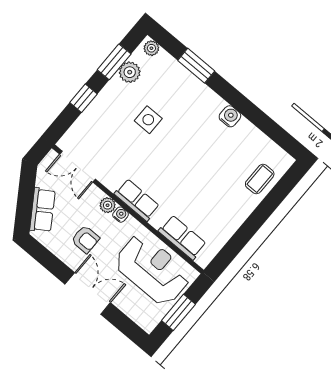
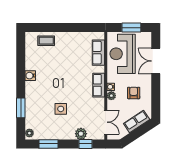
plant: (130, 72) -> (81, 134), moved
window: (83, 98) -> (86, 144), moved
double door: (88, 293) -> (156, 61), moved

